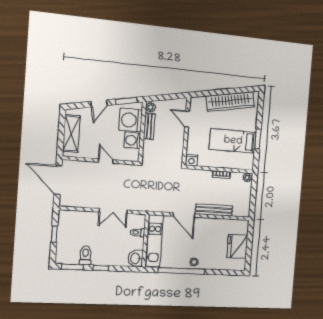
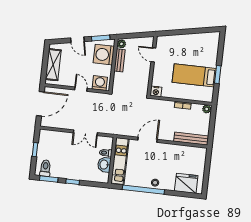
wardrobe: (230, 102) -> (193, 40), removed
door: (99, 103) -> (77, 40), hinge flipped
washing machine: (132, 140) -> (100, 83), moved, turned 90
door: (58, 180) -> (40, 104), swing flipped
bench: (214, 210) -> (191, 139), moved
door: (184, 215) -> (147, 140), swing flipped
fridge: (237, 246) -> (186, 183), moved, turned 90
toilet: (85, 255) -> (45, 168), moved
washbasin: (136, 258) -> (104, 165), moved

